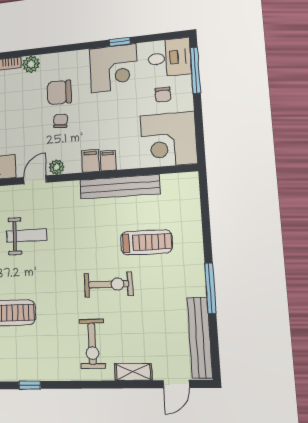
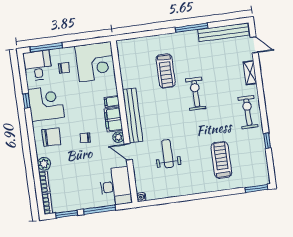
chair: (59, 92) -> (51, 137), moved, turned -90
filing cabinet: (90, 161) -> (113, 120), width x2.00
bench: (120, 187) -> (133, 115), moved
treadmill: (146, 242) -> (166, 71), turned 180
exercise bike: (92, 344) -> (248, 112), moved, turned -90

